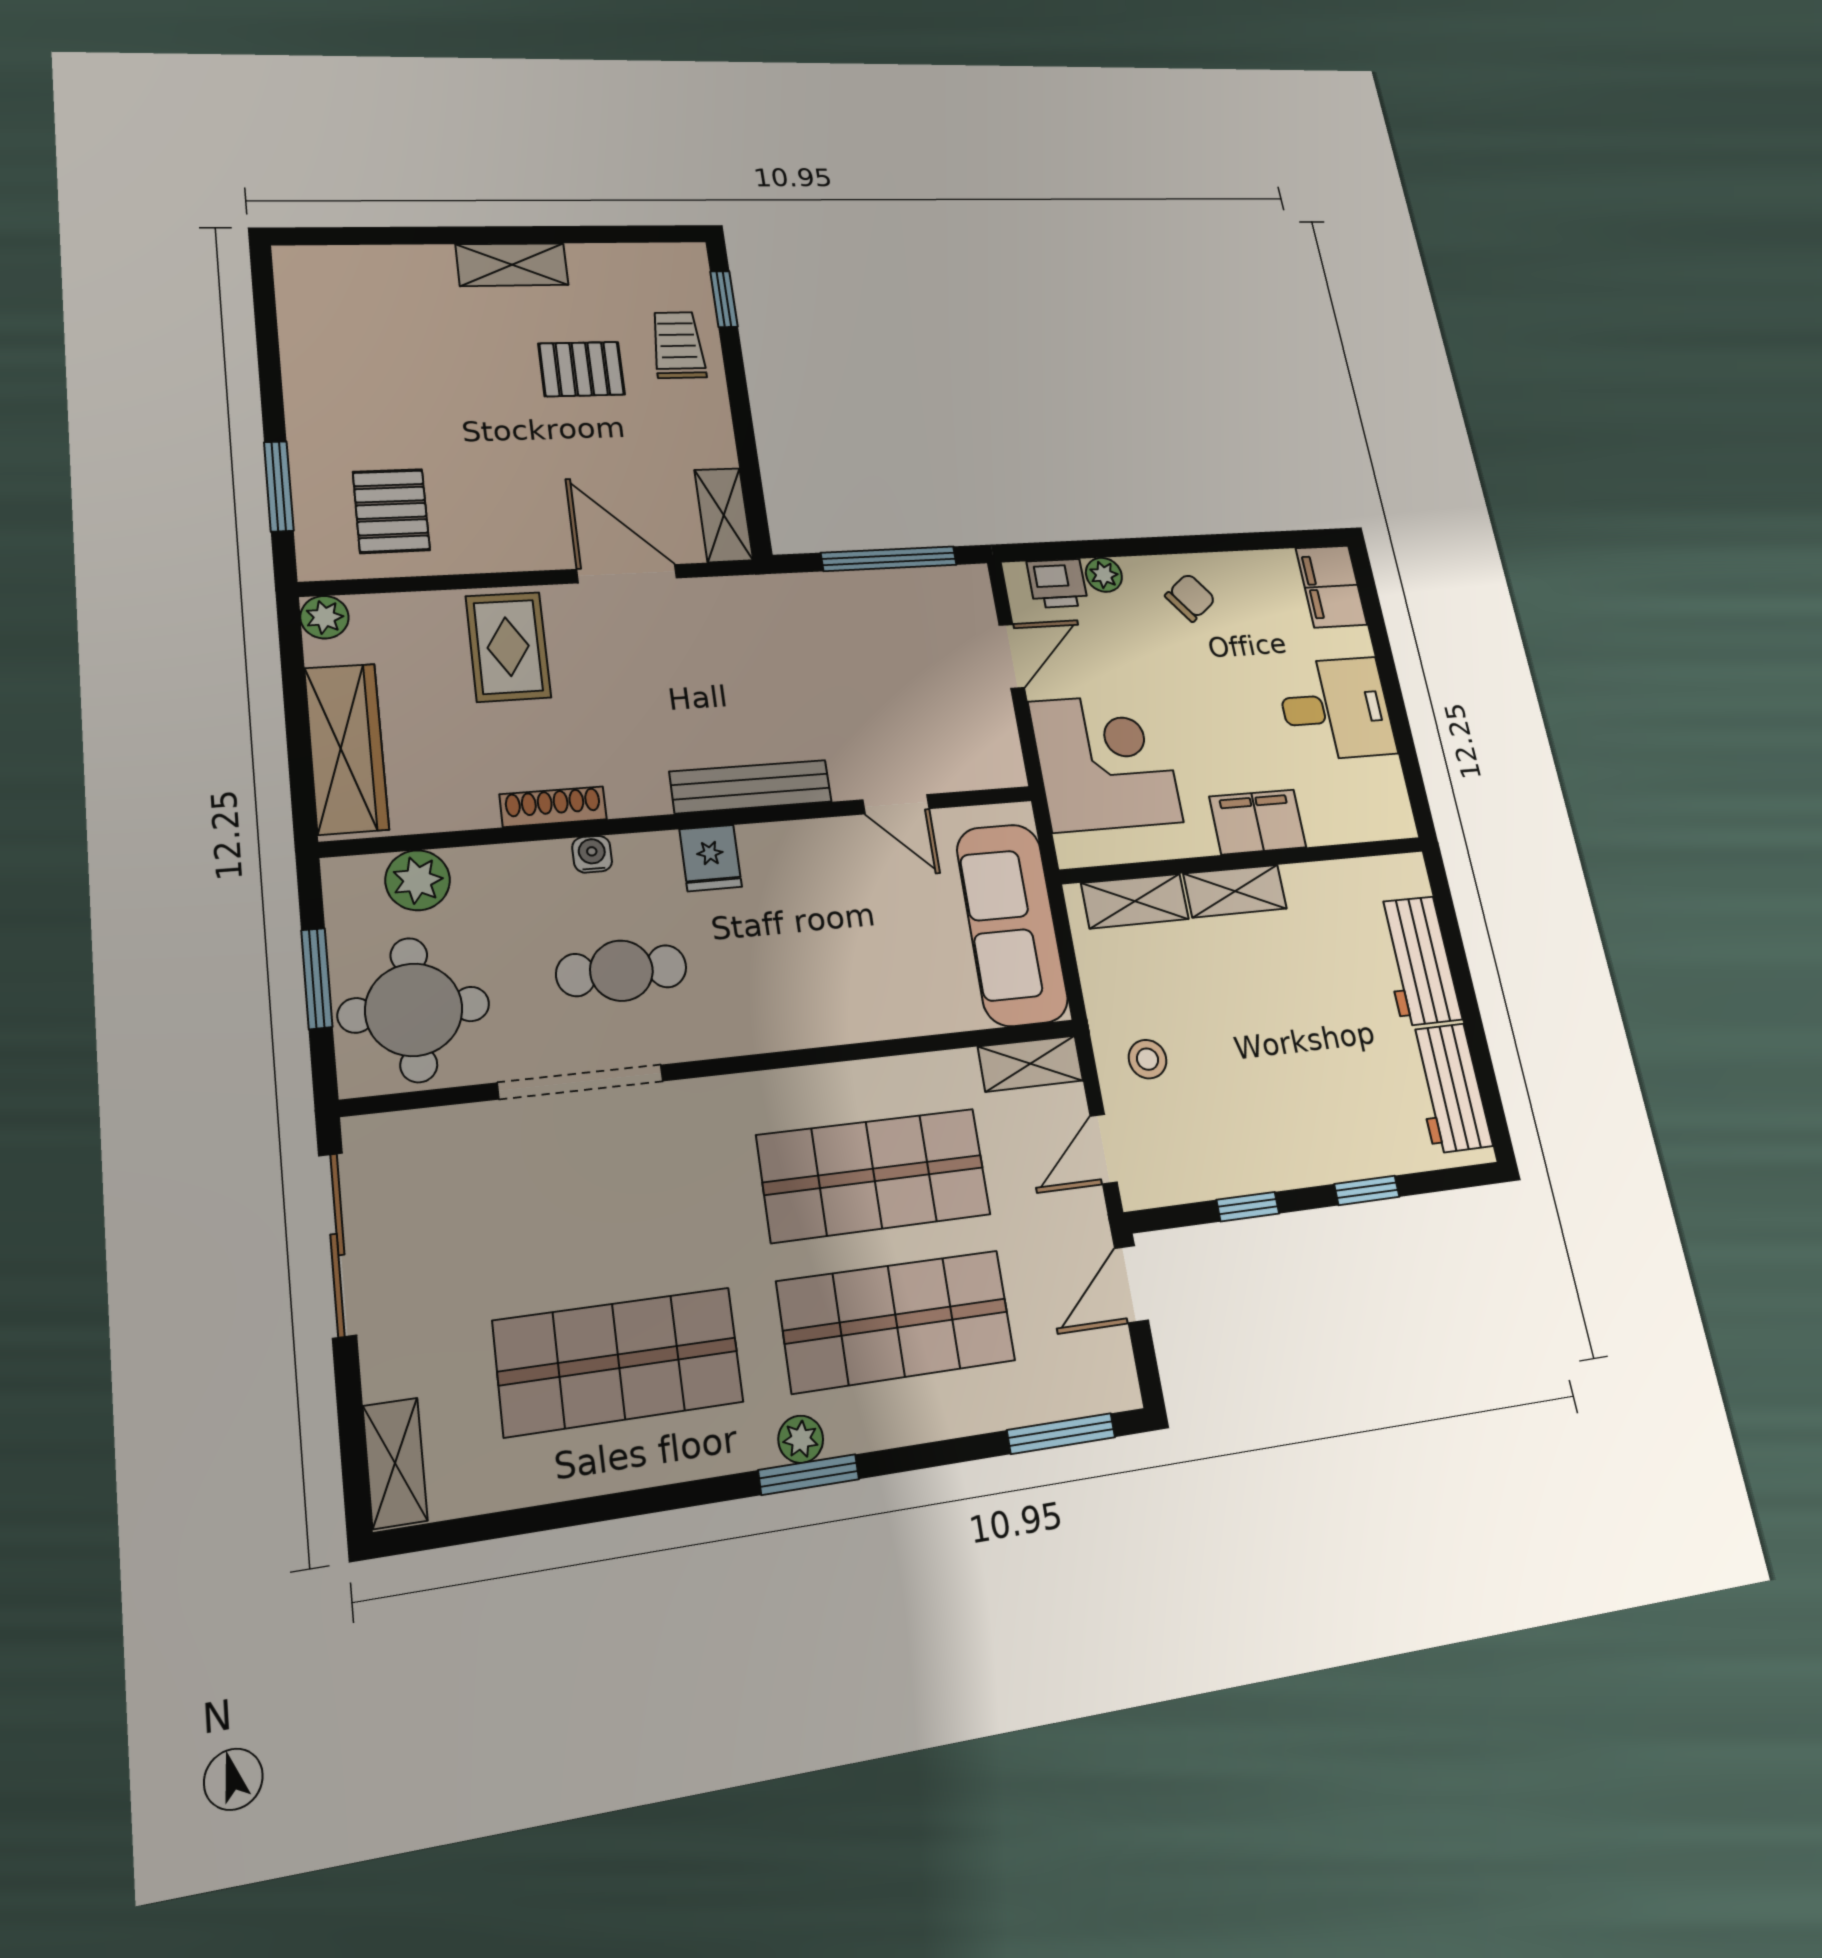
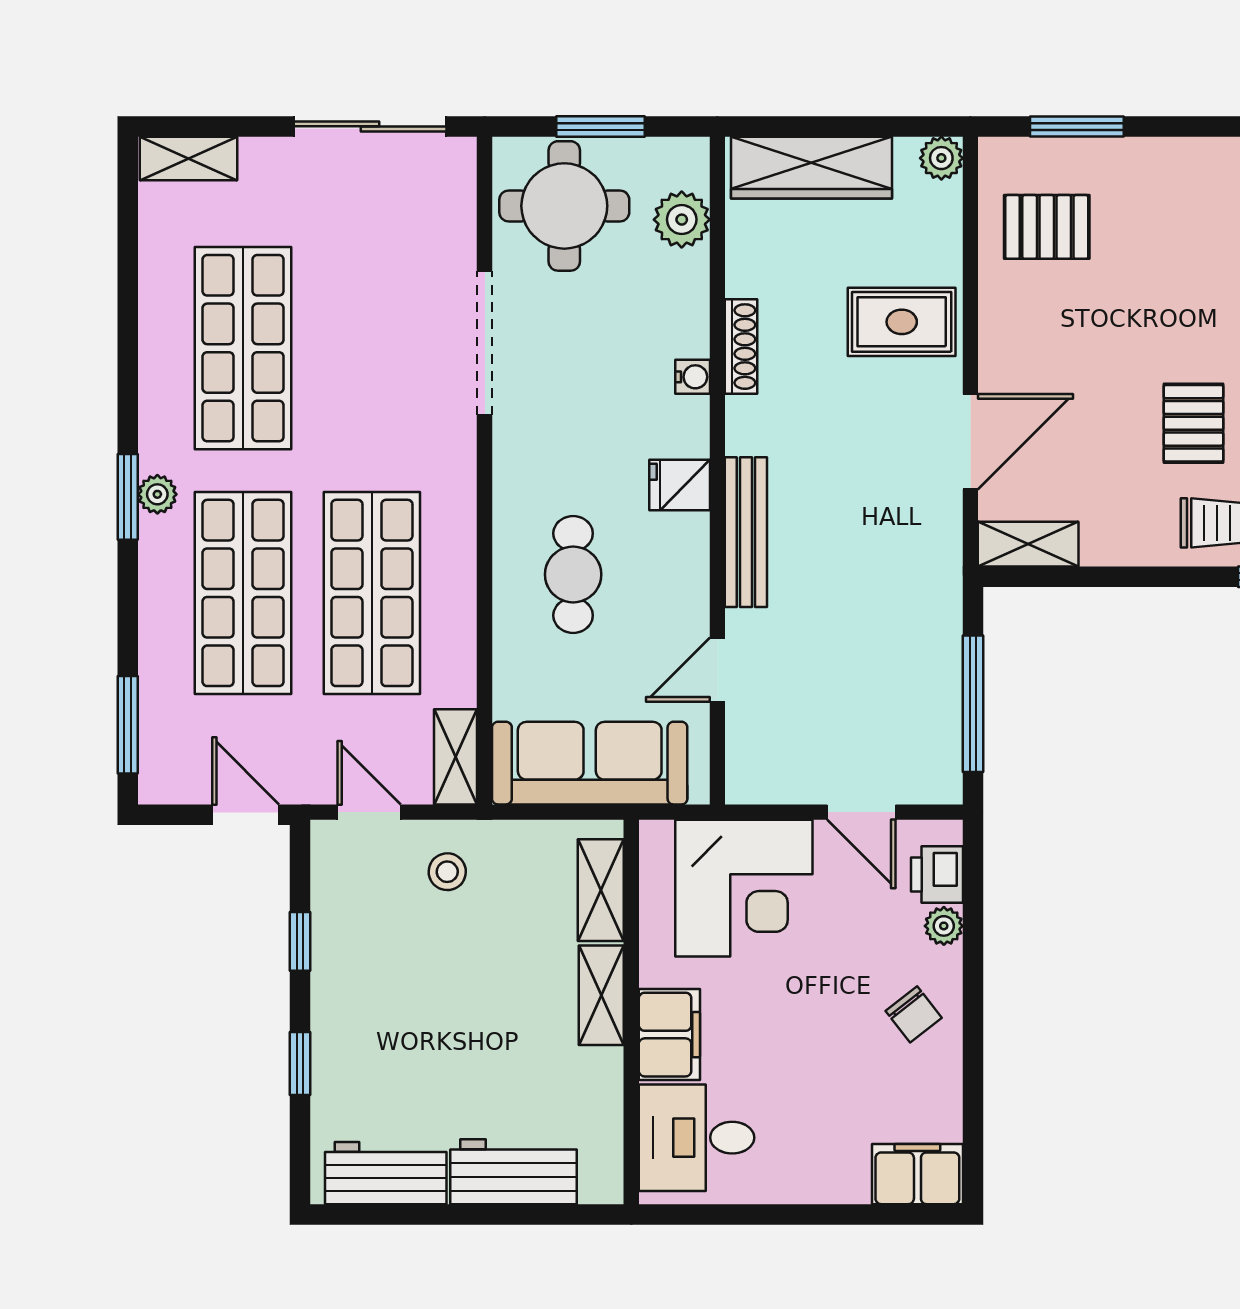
desk: (1336, 709) -> (697, 1138), moved, turned 90
cafe table: (621, 971) -> (573, 574), moved

